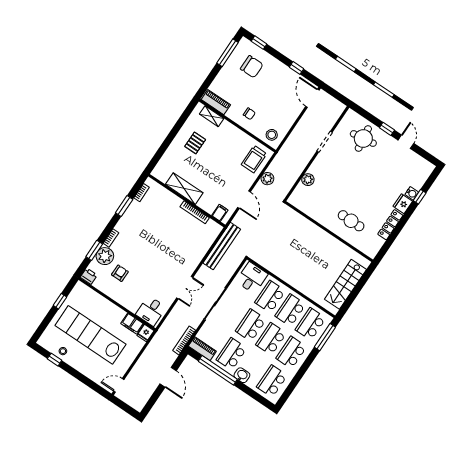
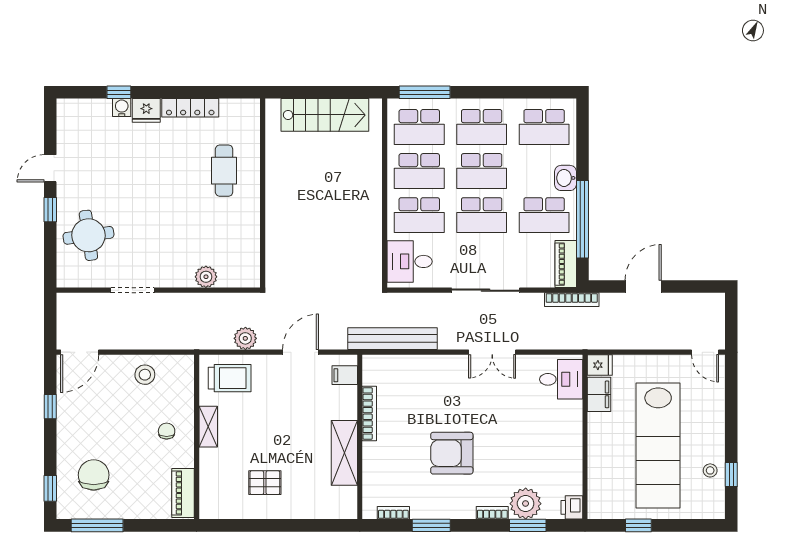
shelving: (212, 116) -> (208, 427), moved
stool: (272, 135) -> (145, 375), moved
armchair: (120, 273) -> (452, 453), moved, width x1.88, depth x1.88
double door: (185, 288) -> (492, 352), swing flipped

